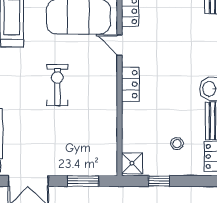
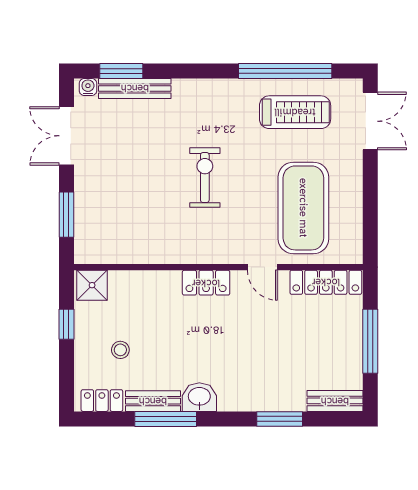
door: (119, 45) -> (262, 267), swing flipped
exercise bike: (57, 85) -> (205, 178), turned -90

